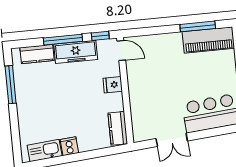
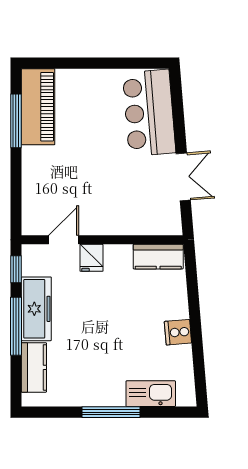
door: (121, 50) -> (64, 240), moved
window: (11, 85) -> (111, 412), moved
kitchen sink: (45, 151) -> (151, 394), moved, turned 95

